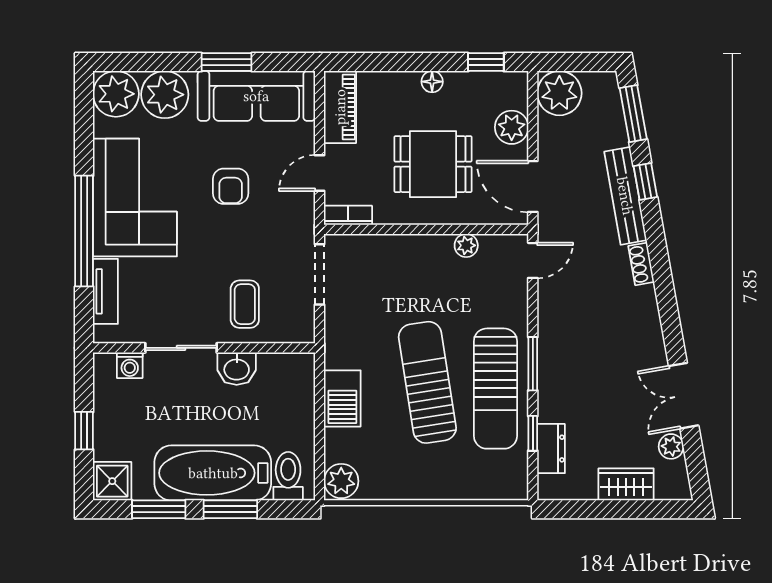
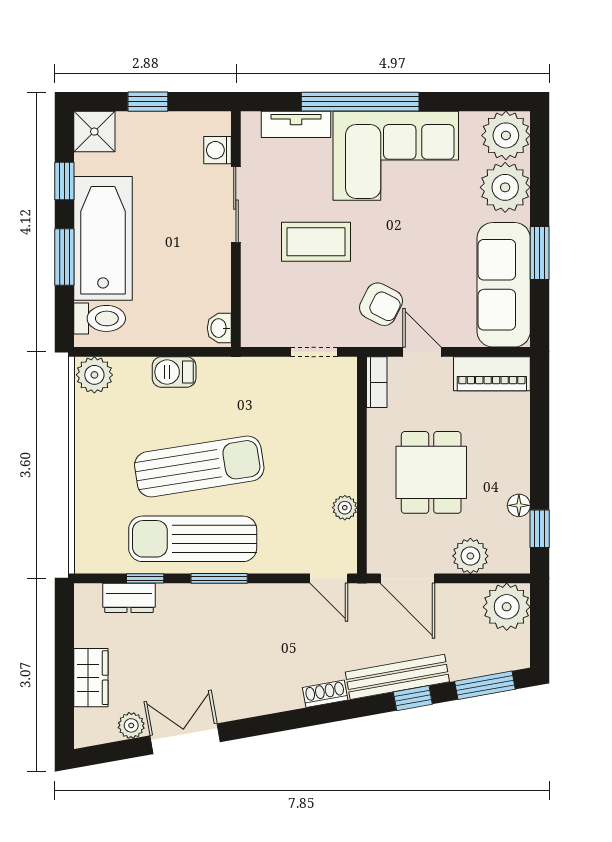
floor lamp: (432, 82) -> (519, 505), moved
armchair: (231, 186) -> (381, 304), moved, turned -153
door: (533, 186) -> (407, 578), swing flipped
doorway: (320, 274) -> (314, 352), width x0.73
coffee table: (245, 304) -> (316, 242), moved, width x1.36, depth x1.30
washbasin: (237, 369) -> (219, 328), moved, width x0.72, depth x0.69
barbecue: (342, 398) -> (174, 372), width x0.73, depth x0.79
window: (159, 509) -> (64, 181), width x0.67

